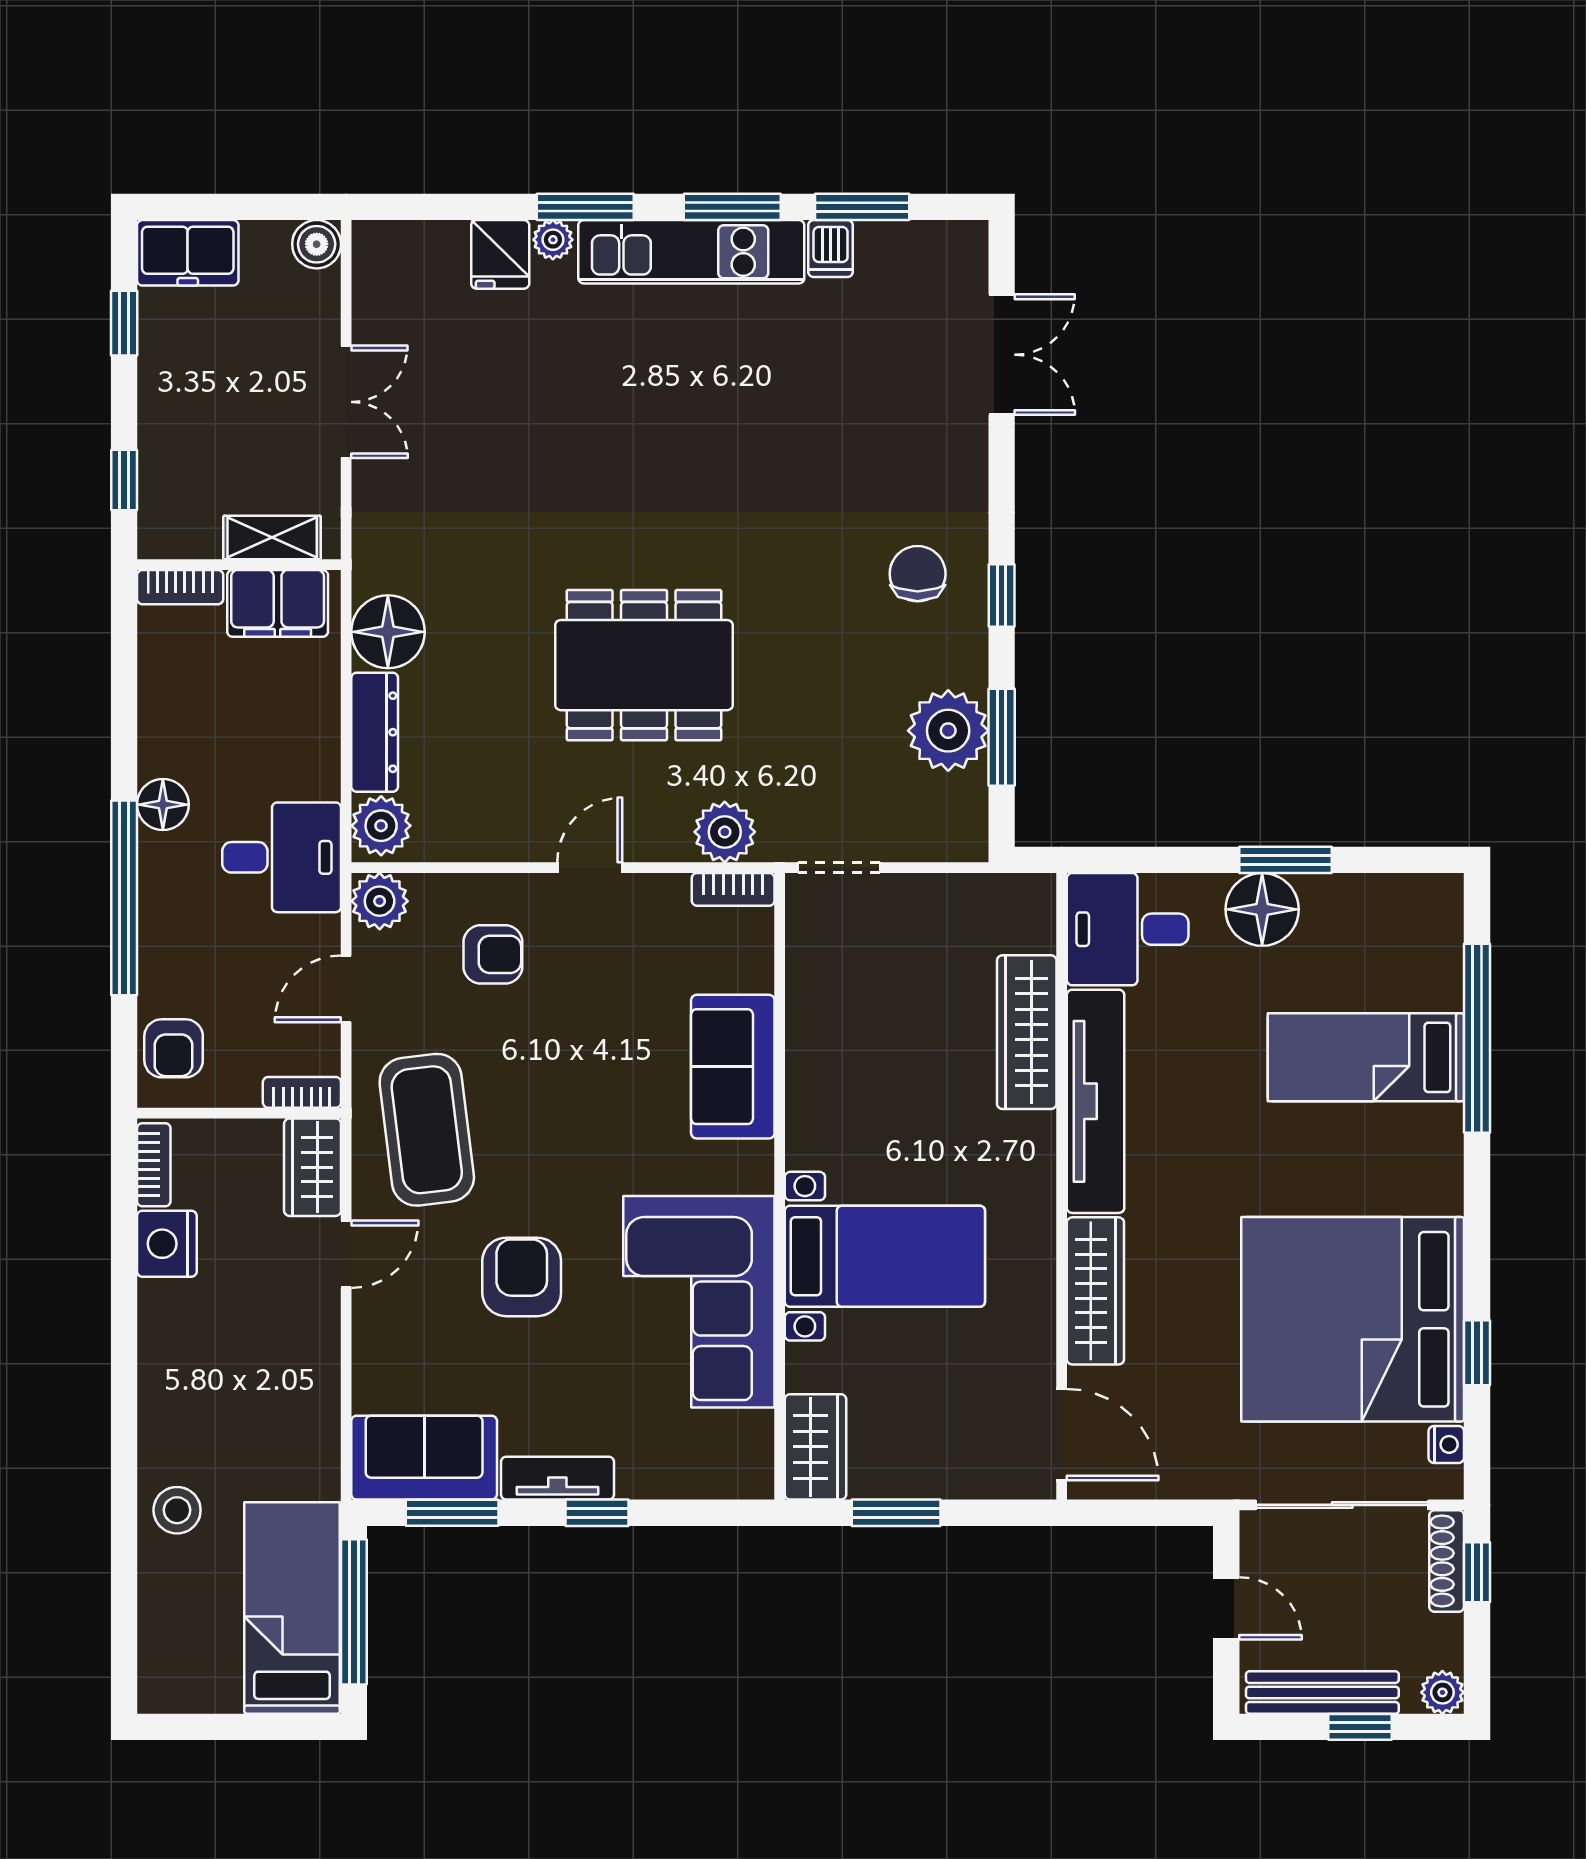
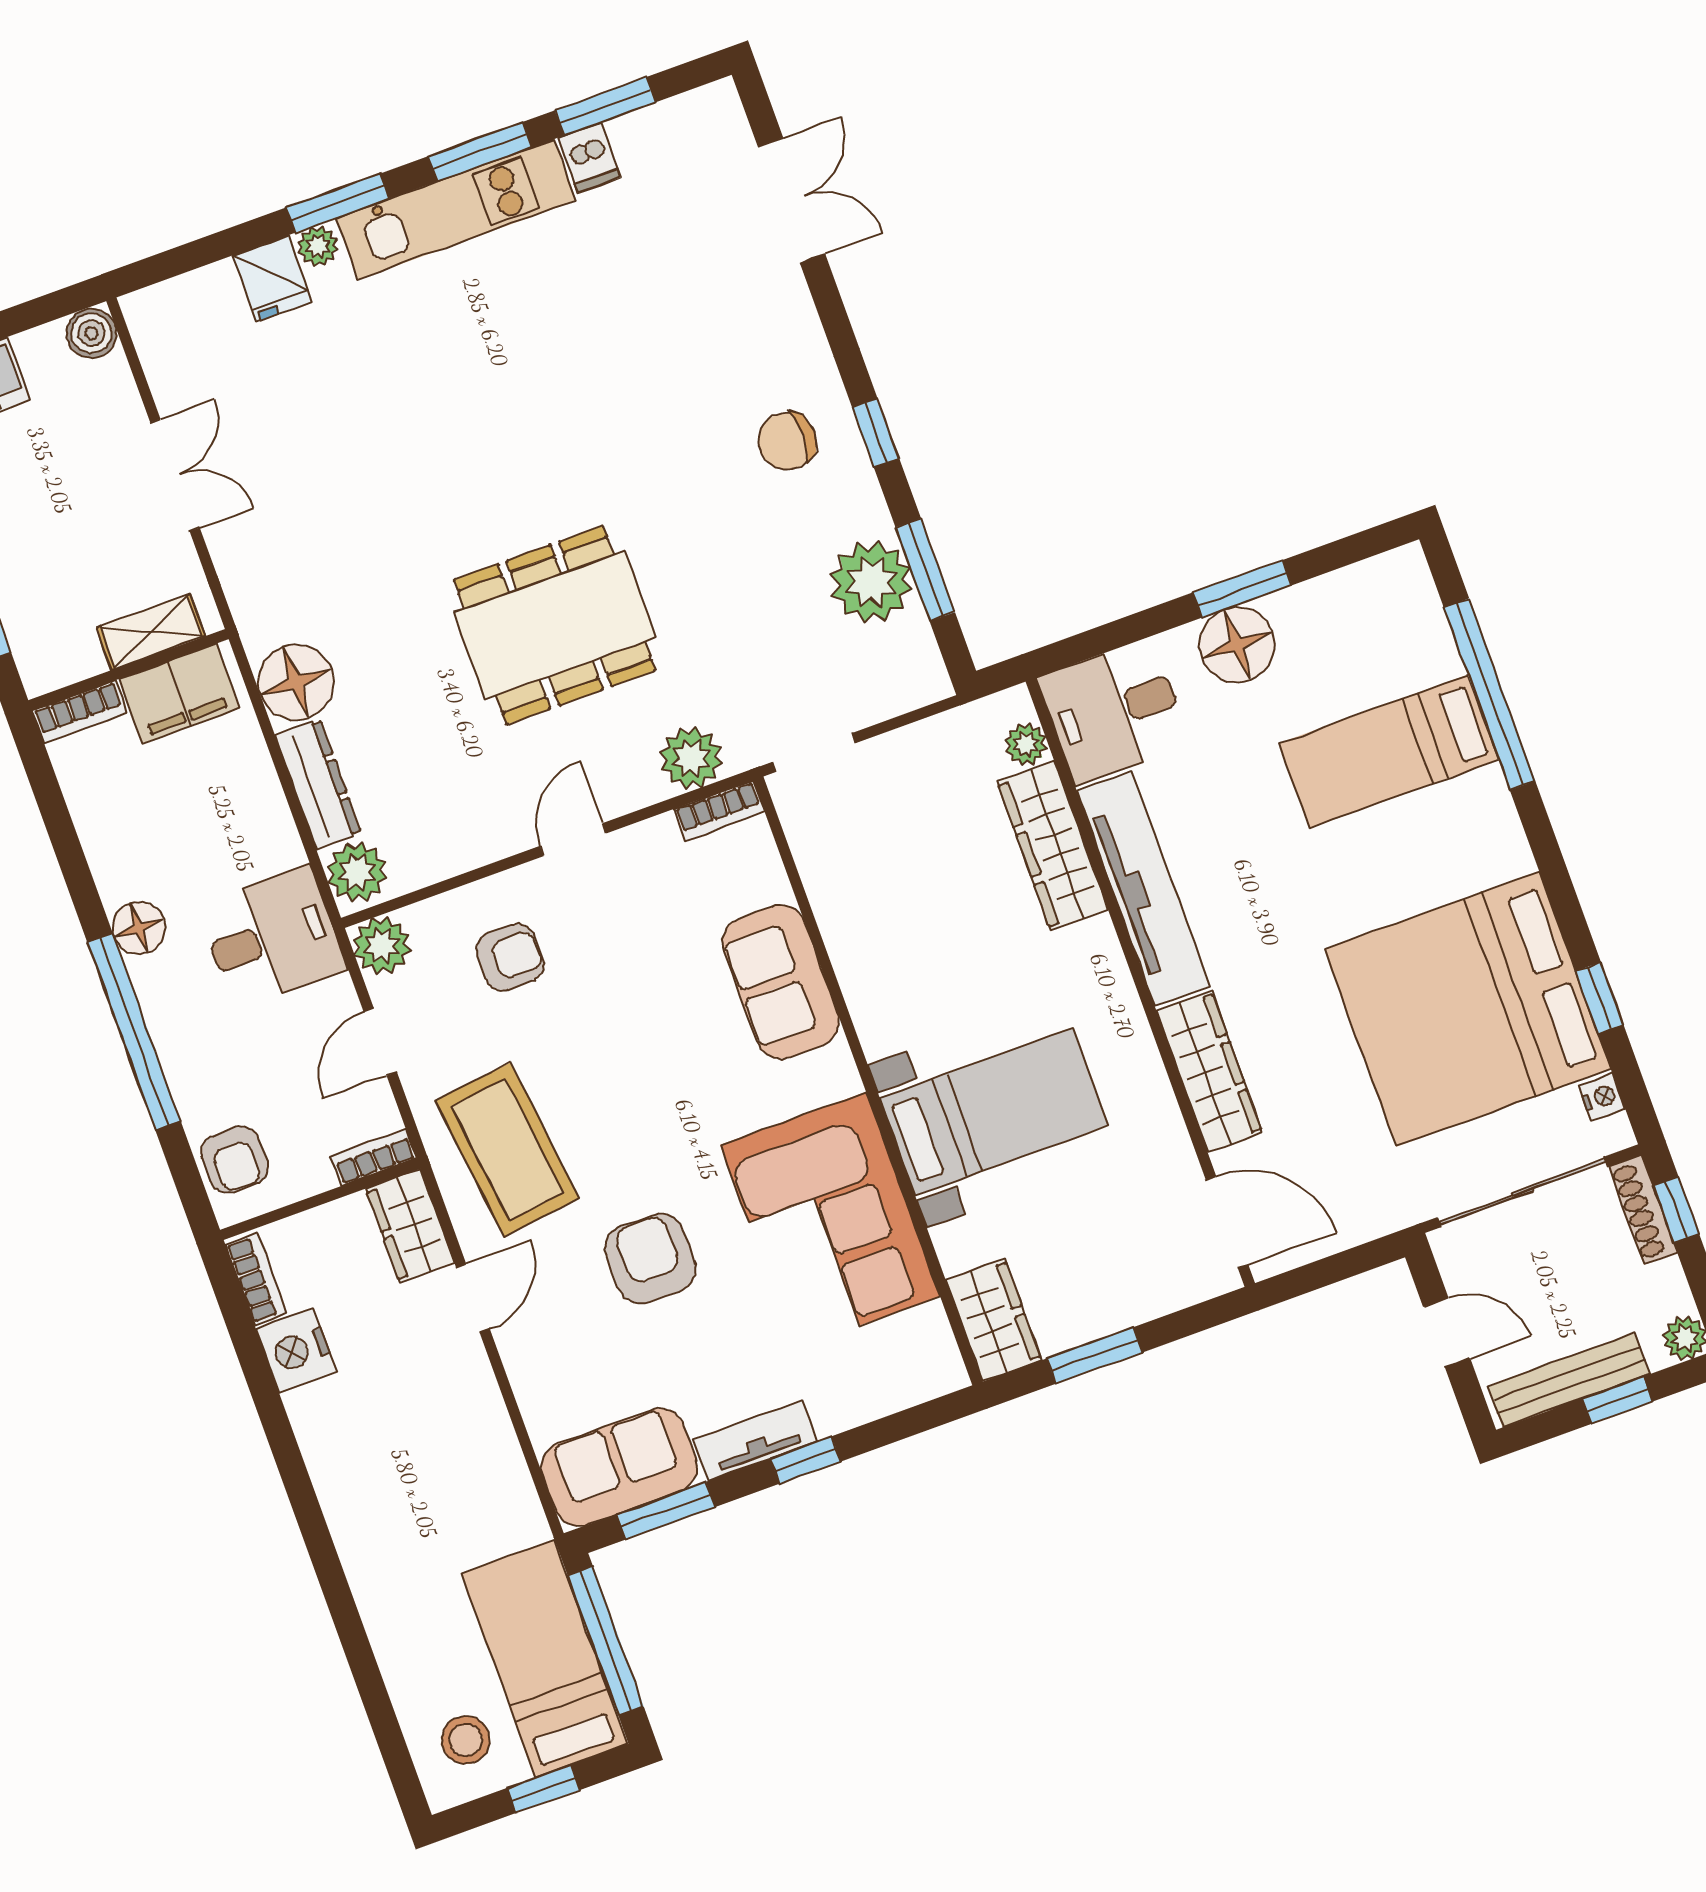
chair: (918, 574) -> (787, 441), turned -90
plant: (1036, 930) -> (1026, 744), added
stool: (177, 1510) -> (466, 1740), moved
window: (248, 1727) -> (543, 1789), added

